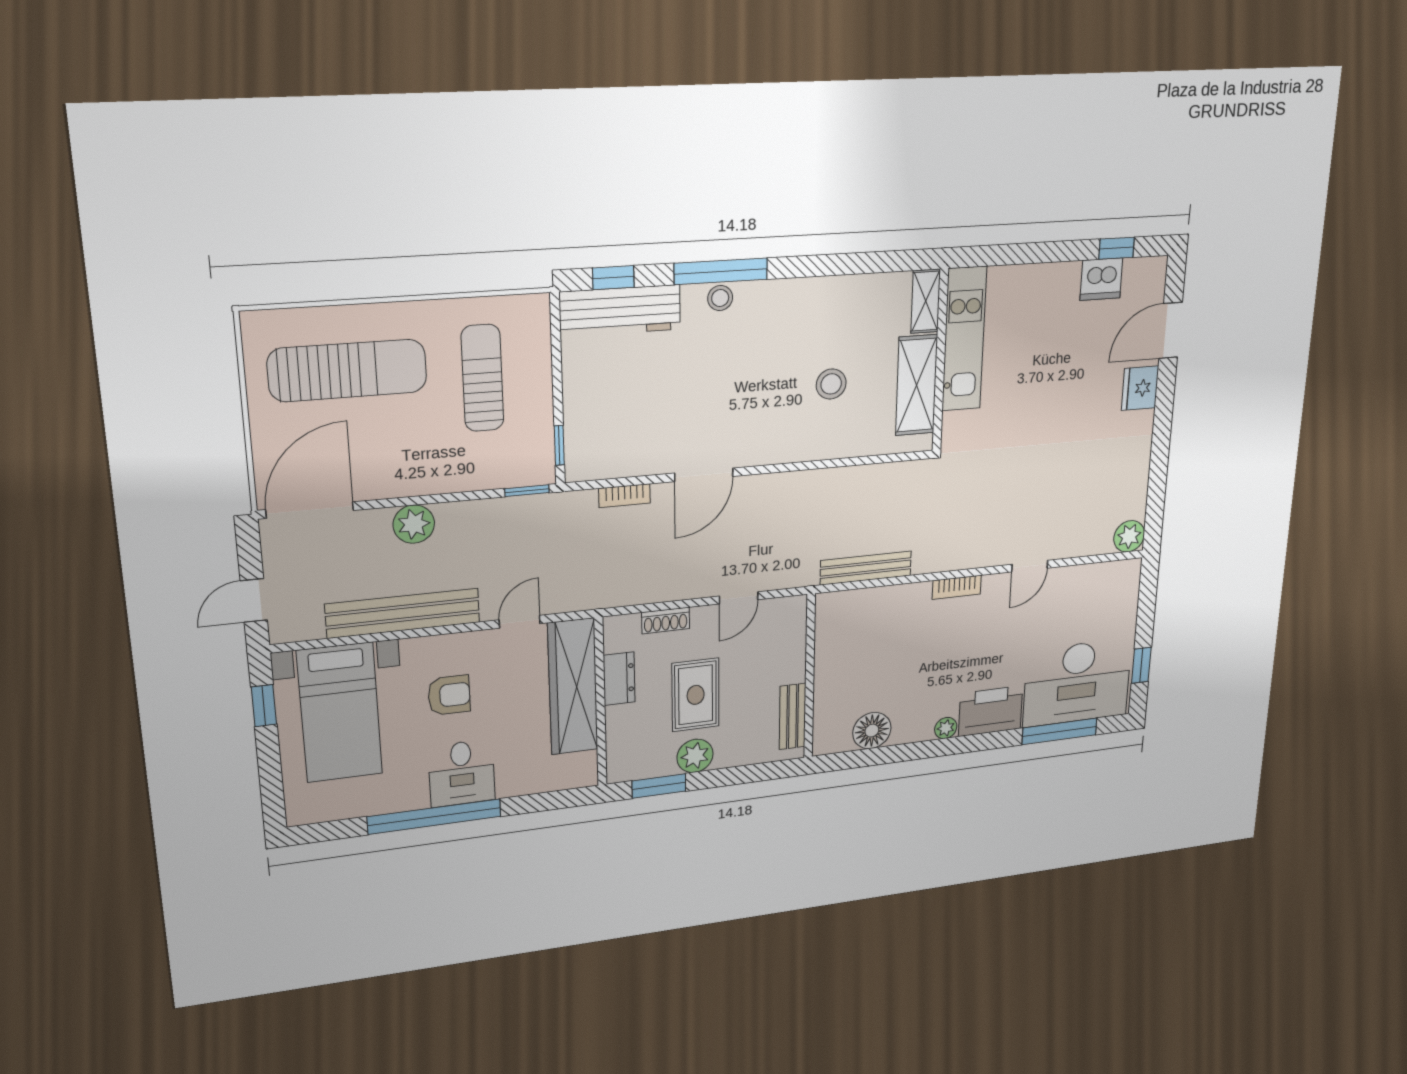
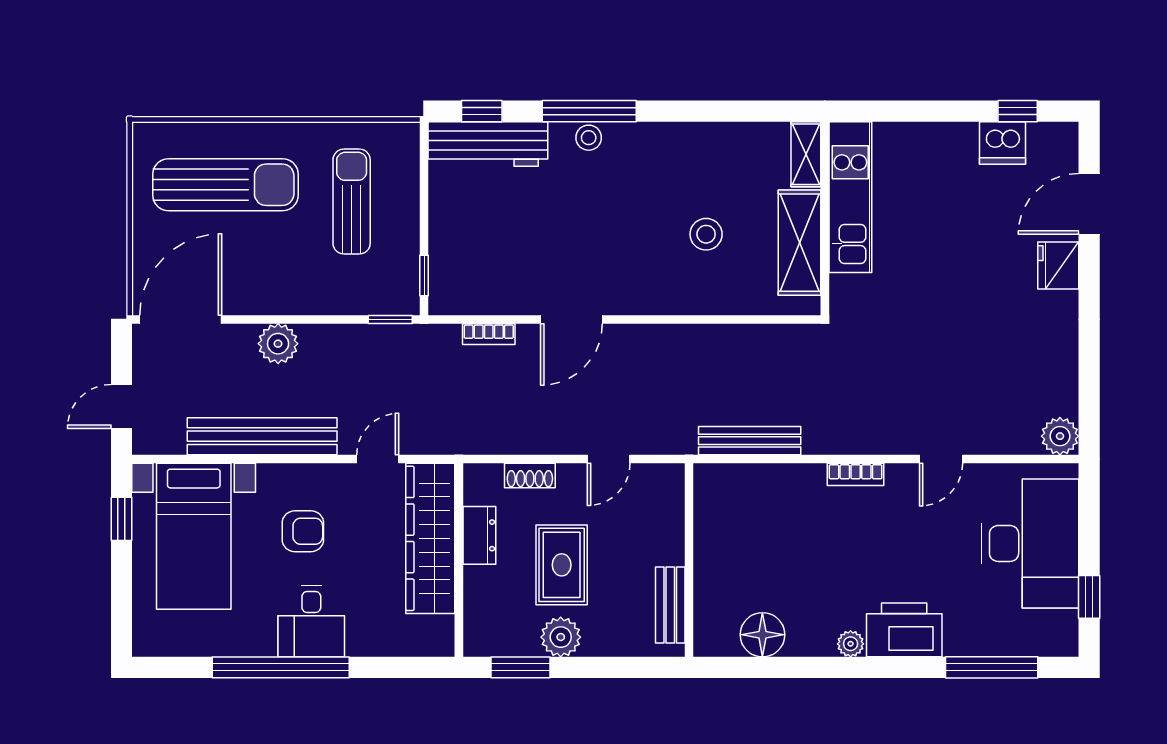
desk: (1077, 683) -> (1030, 543), moved, turned -90

